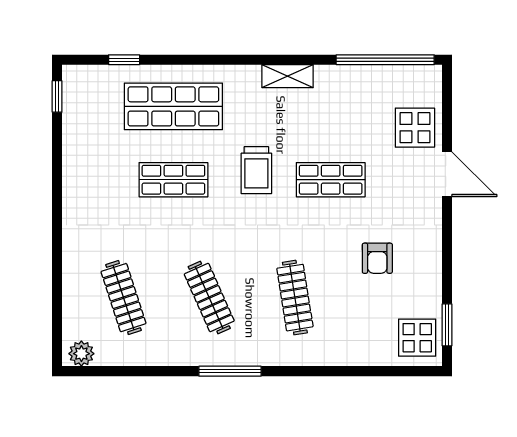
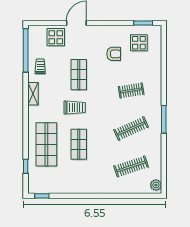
trolley: (349, 93) -> (40, 66), added
clothes rail: (295, 298) -> (131, 90), width x0.73
display table: (417, 338) -> (139, 43), moved

